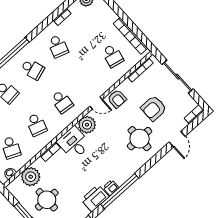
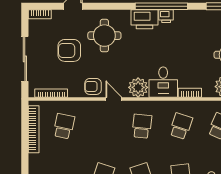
armchair: (117, 99) -> (93, 86), turned -90
armchair: (154, 108) -> (69, 50), turned 180
printer: (95, 198) -> (144, 19), moved

